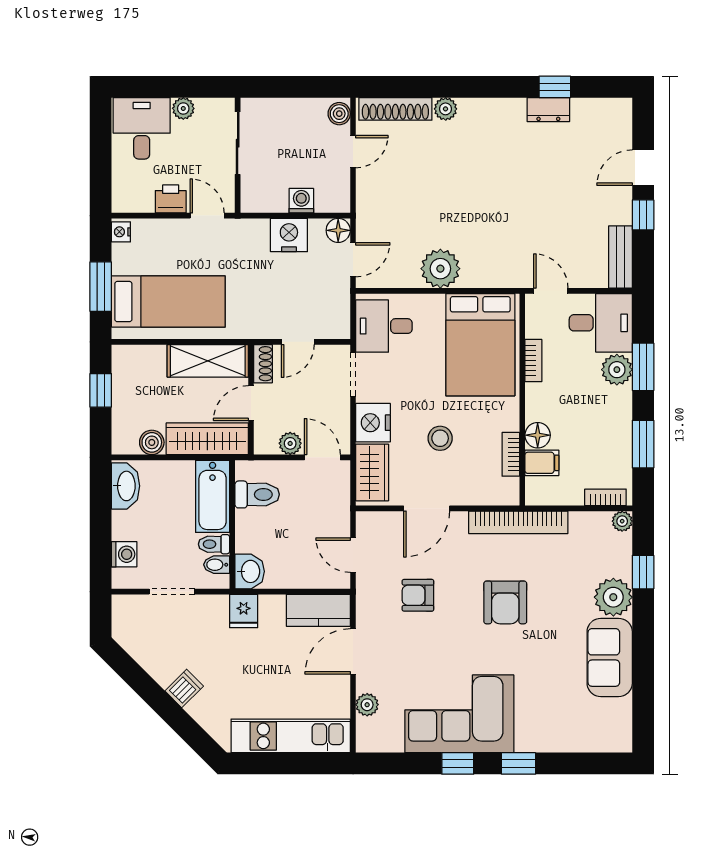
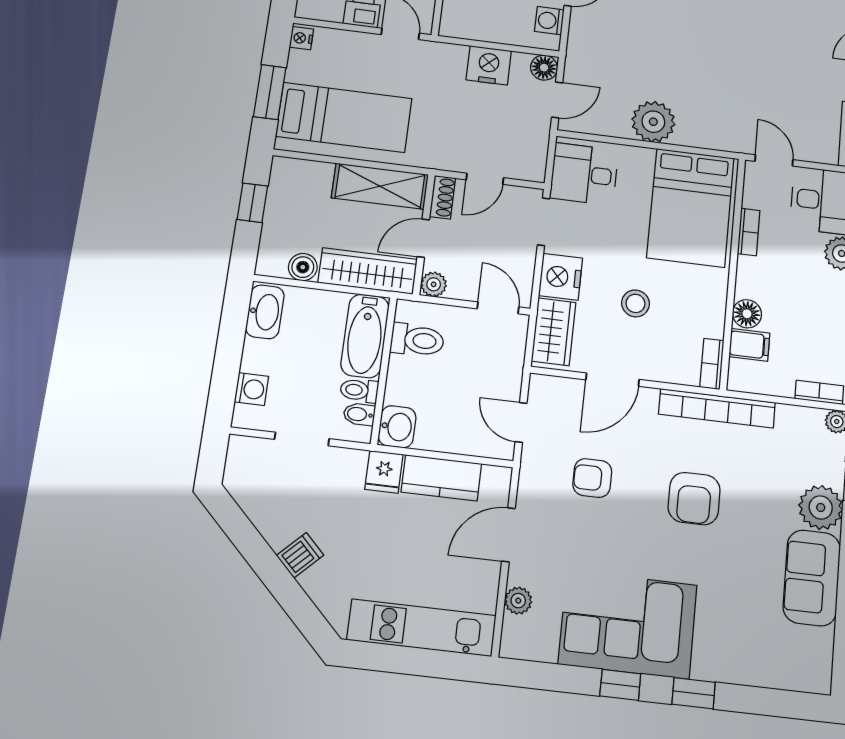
washing machine: (301, 201) -> (549, 21), moved, turned -90
plant: (290, 443) -> (434, 284), moved
bookcase: (511, 454) -> (712, 364), moved
kitchen counter: (318, 610) -> (441, 478), moved

